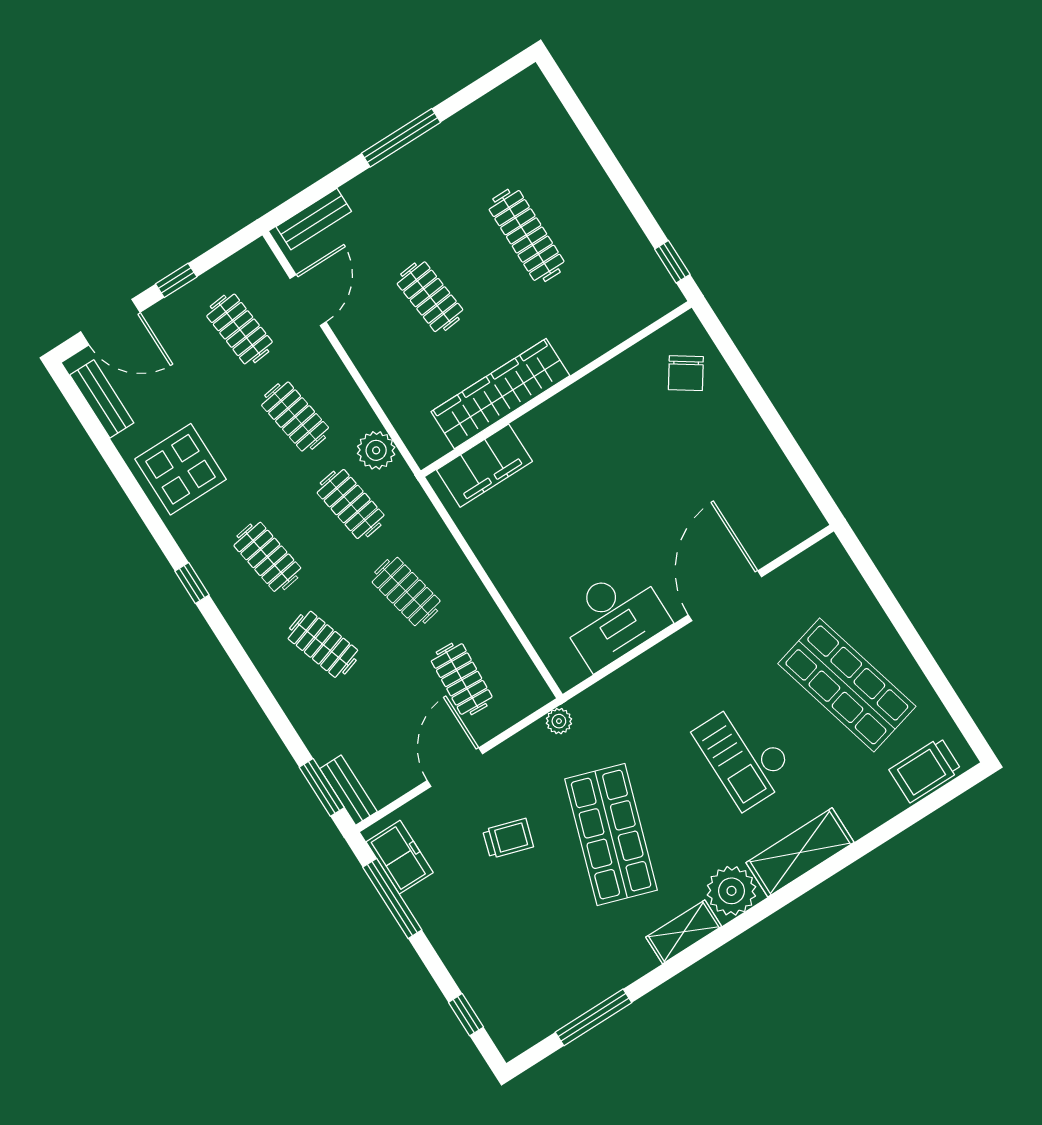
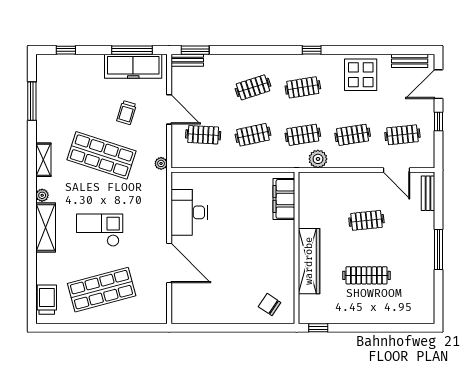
wardrobe: (500, 394) -> (309, 261), moved
freezer: (400, 857) -> (133, 66), width x1.91, depth x1.26
plant: (731, 891) -> (42, 195), width x0.53, depth x0.53

